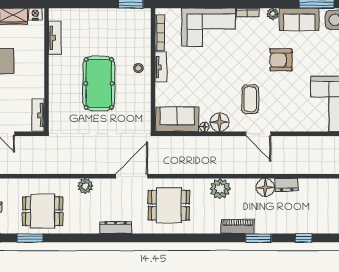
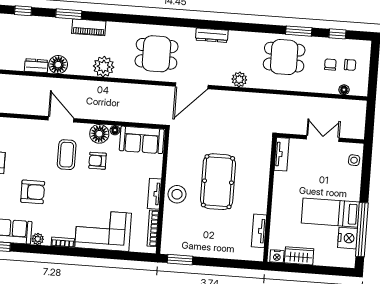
stool: (138, 68) -> (177, 194), width x1.89, depth x1.89
armchair: (219, 95) -> (98, 161), added

